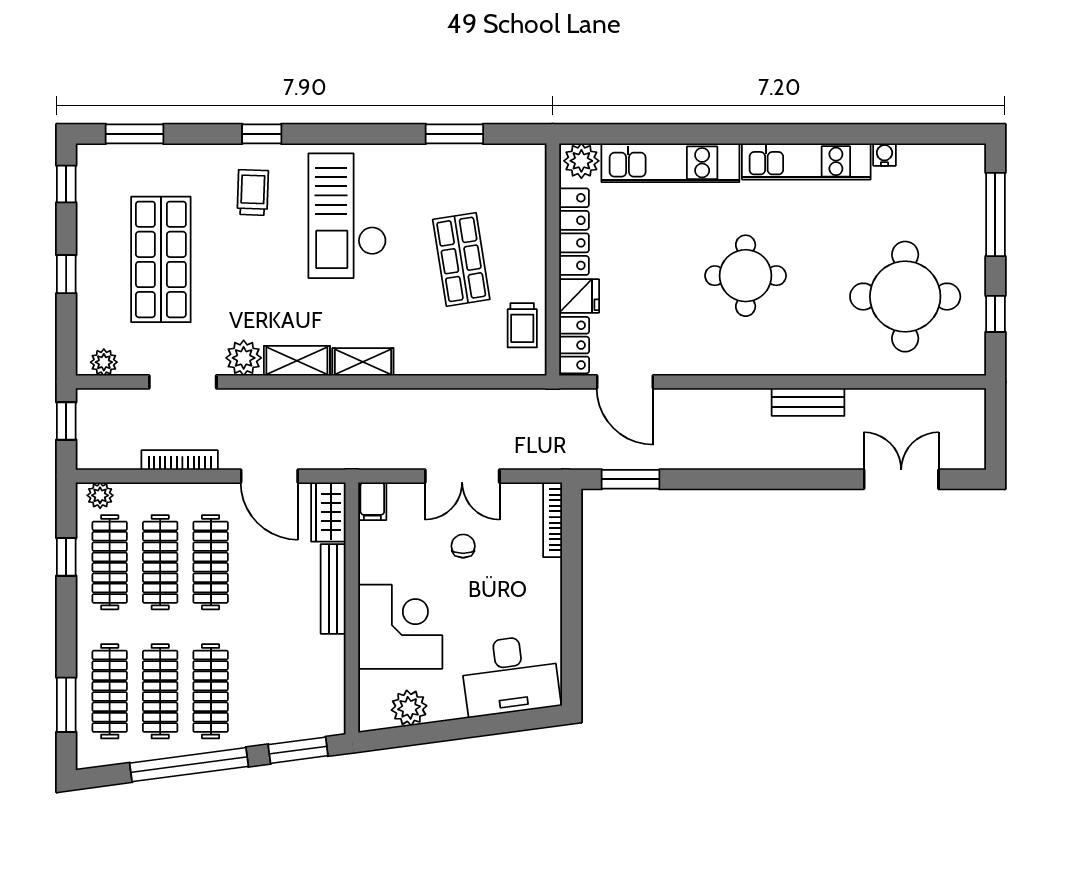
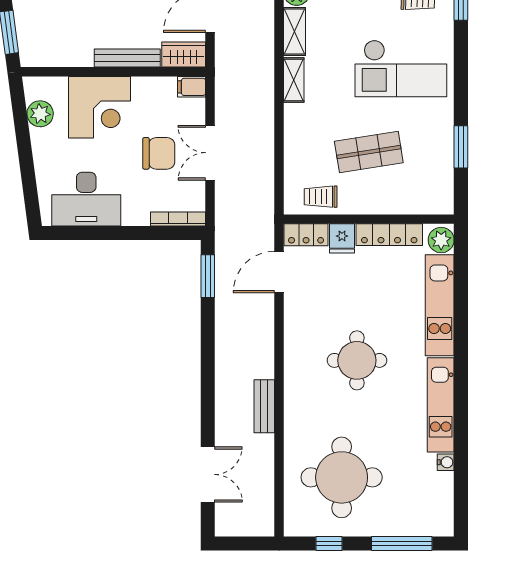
checkout: (347, 216) -> (401, 68), turned 180
chair: (463, 546) -> (159, 153), width x1.87, depth x1.87
desk: (510, 675) -> (86, 199), moved, turned -82

